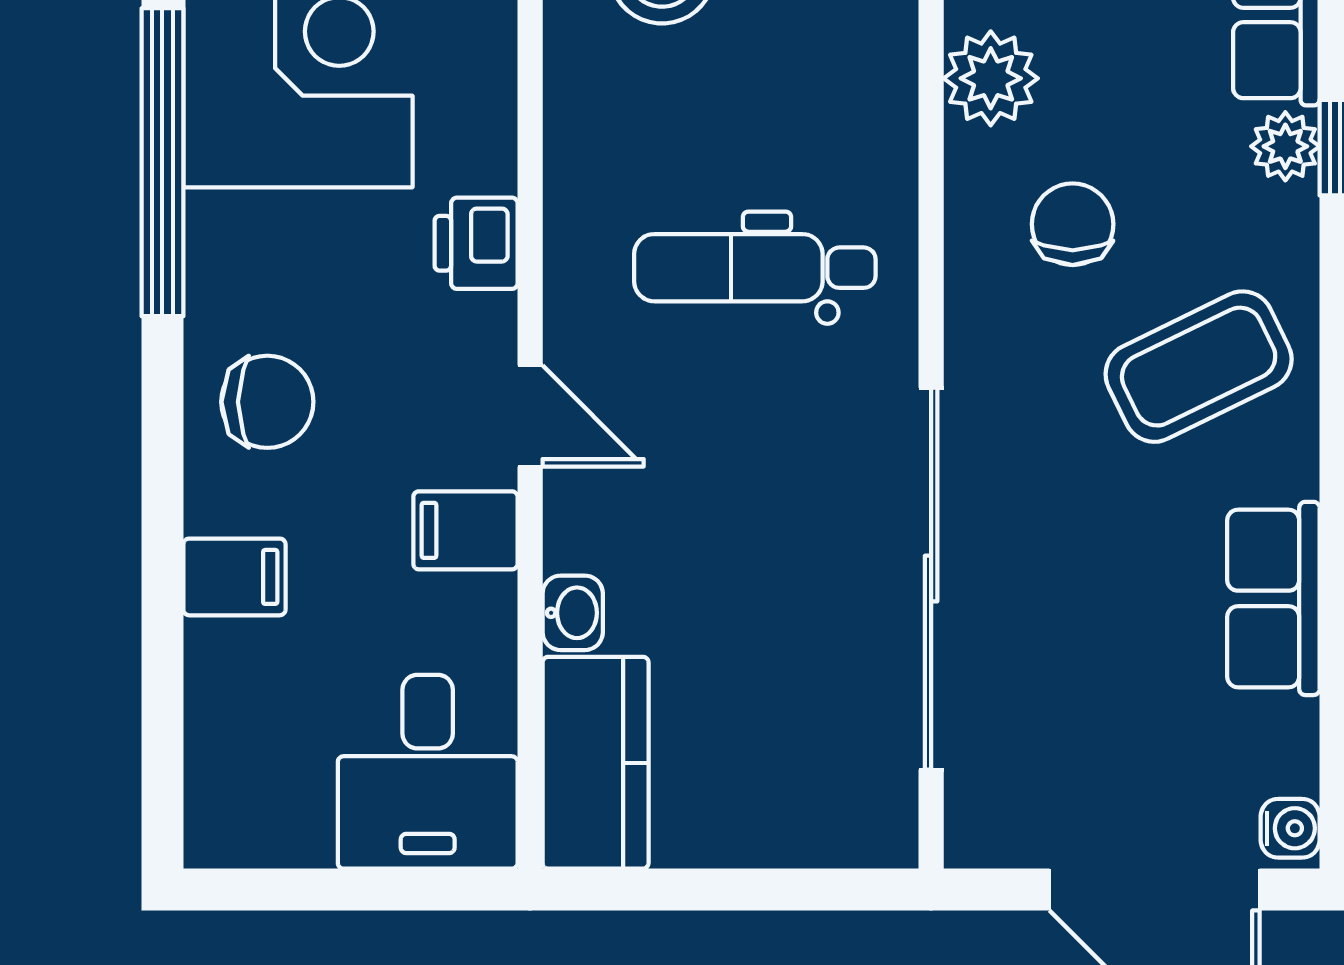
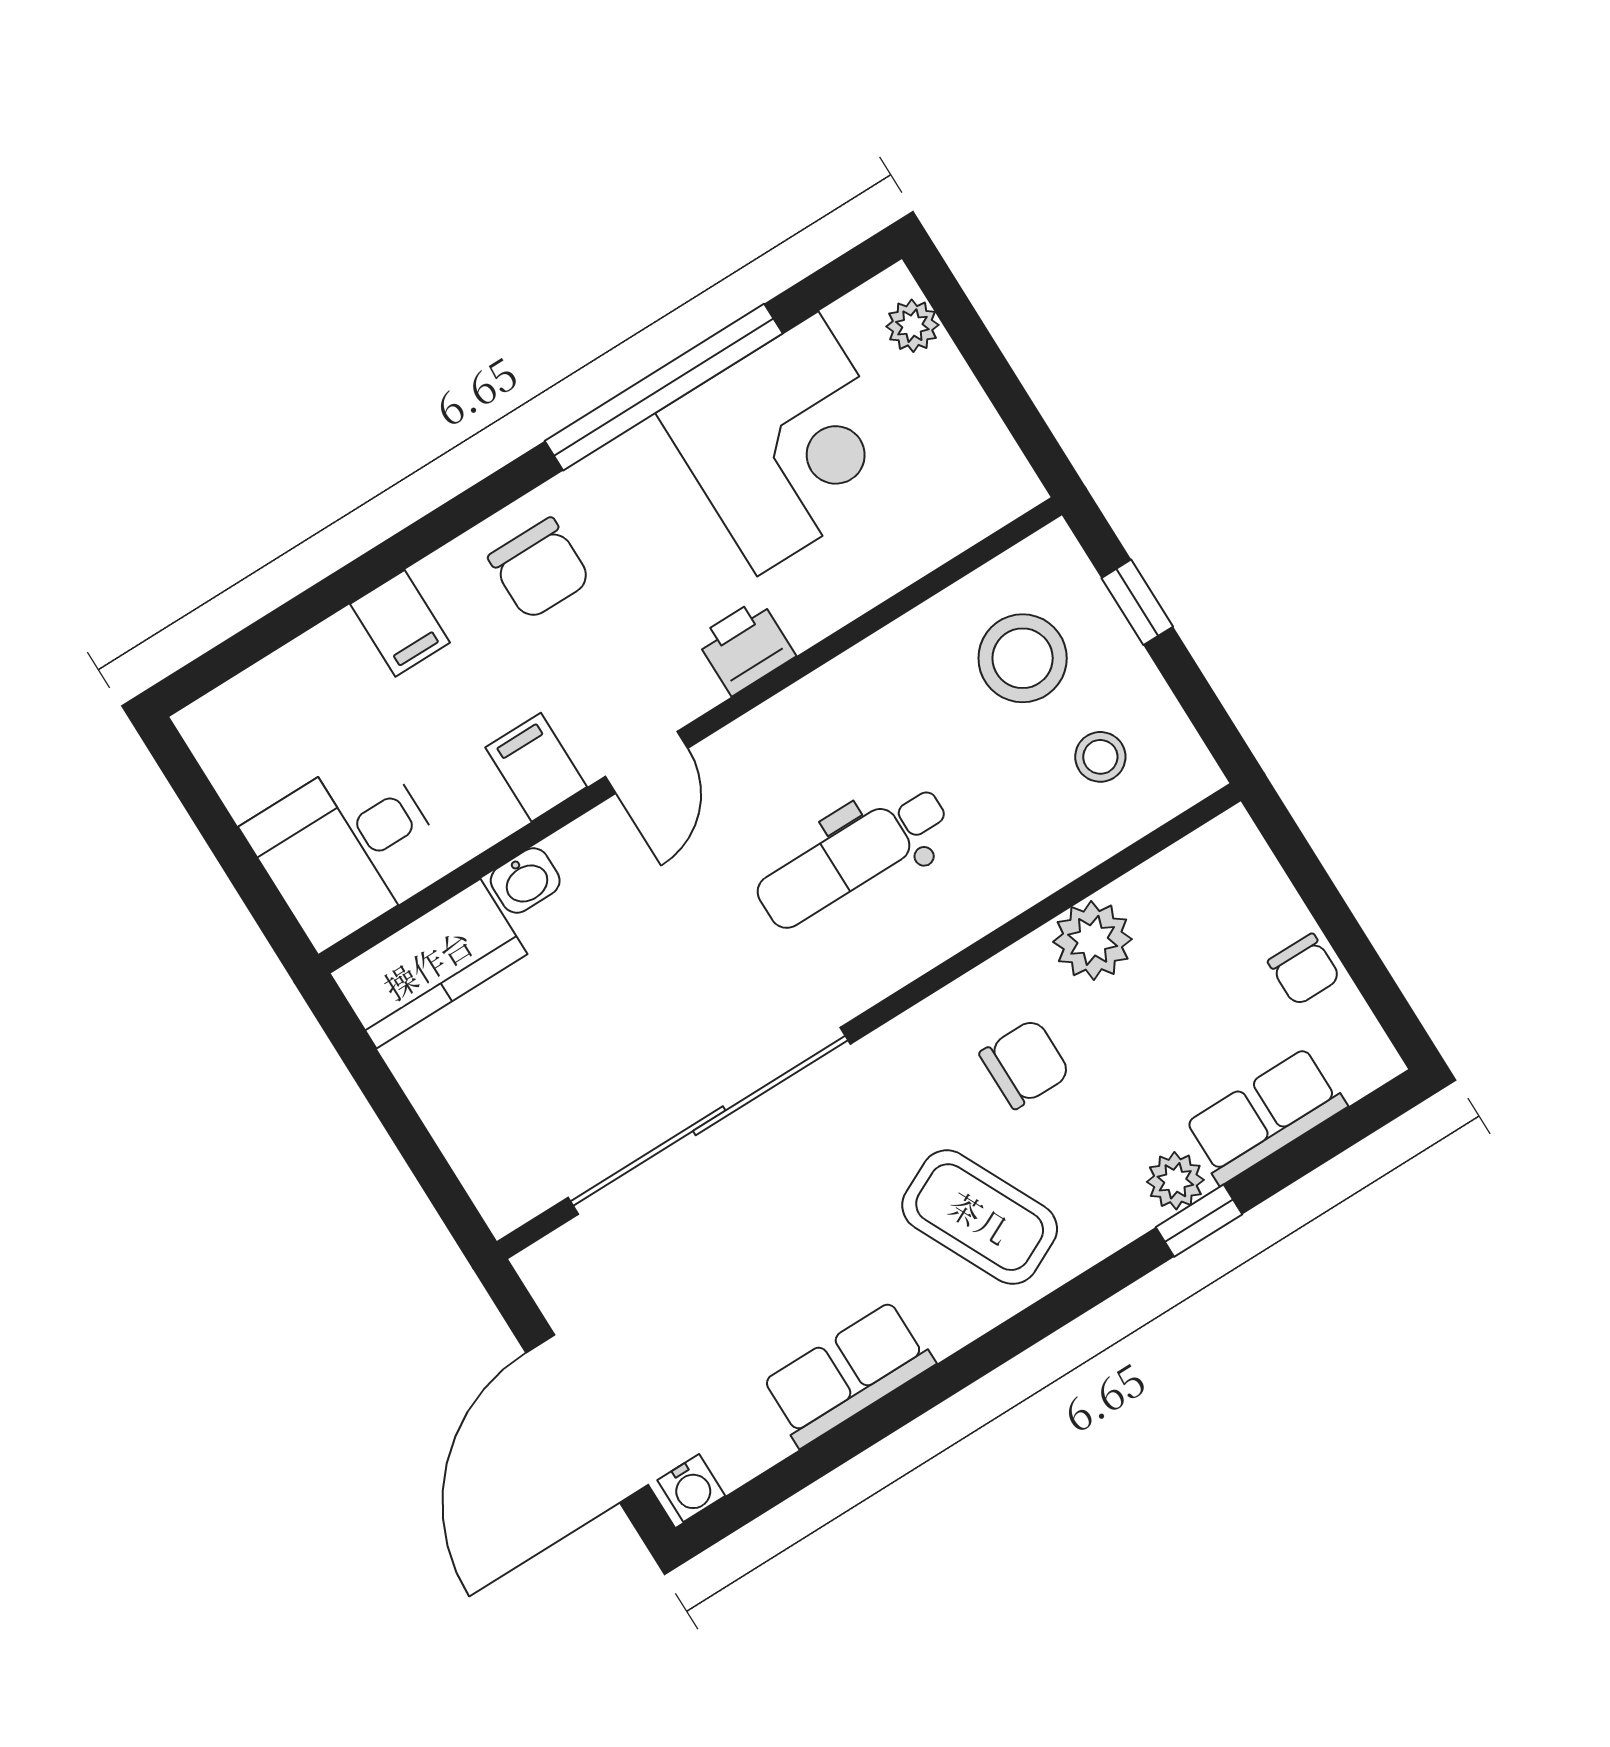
dental chair: (755, 268) -> (852, 857), turned -90

